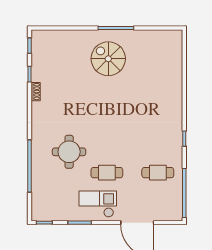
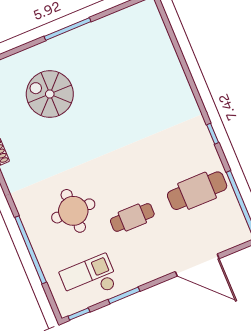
spiral stairs: (108, 59) -> (50, 94), moved
cafe table: (158, 173) -> (197, 191), width x1.37, depth x1.35
checkout: (98, 204) -> (89, 279), moved

